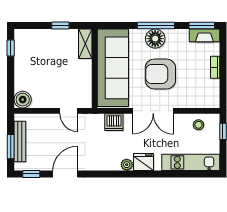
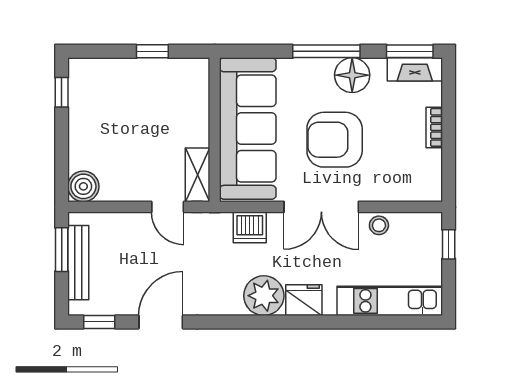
floor lamp: (155, 39) -> (352, 75), moved
shelving: (85, 44) -> (197, 175), moved
stool: (198, 125) -> (379, 225), moved
window: (11, 147) -> (62, 250), moved
plant: (127, 165) -> (264, 296), width x1.88, depth x1.88

